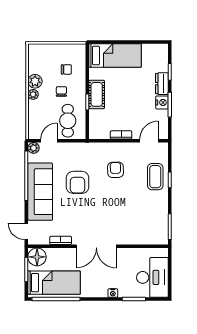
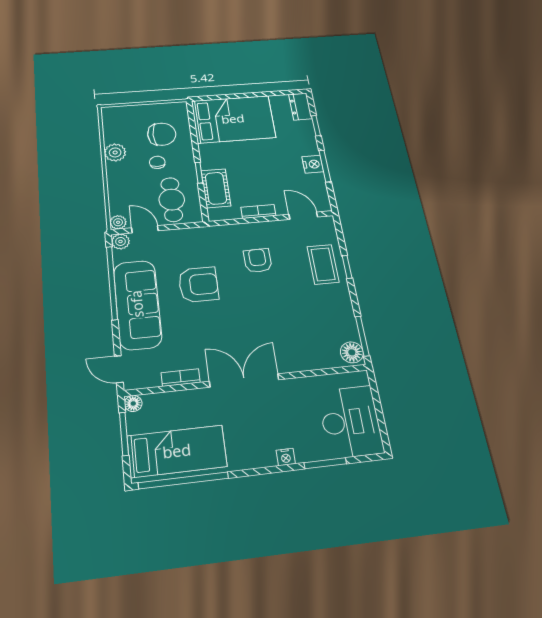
bed: (115, 55) -> (233, 119), width x1.50
chair: (66, 69) -> (162, 134), width x1.87, depth x1.87
dresser: (162, 84) -> (300, 107), moved
plant: (33, 94) -> (118, 222), moved
cot: (97, 94) -> (216, 188), moved
door: (49, 141) -> (145, 229), hinge flipped
door: (149, 141) -> (303, 216), hinge flipped
armchair: (78, 182) -> (198, 284), turned -90
floor lamp: (161, 236) -> (352, 352), added
double door: (96, 246) -> (244, 381), swing flipped
floor lamp: (37, 257) -> (133, 403), width x0.53, depth x0.53

